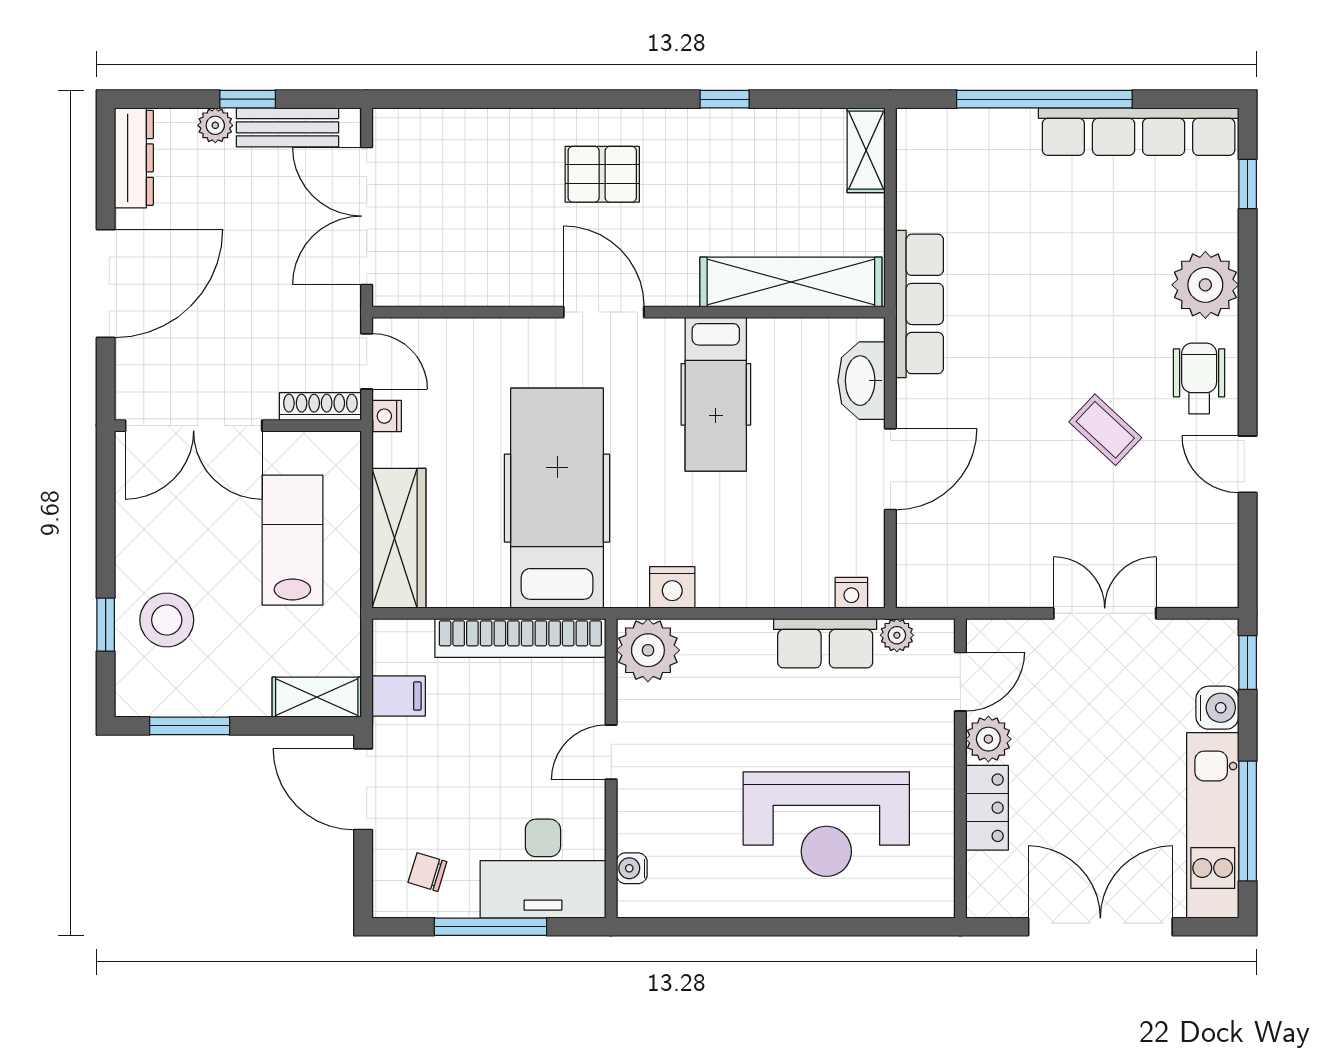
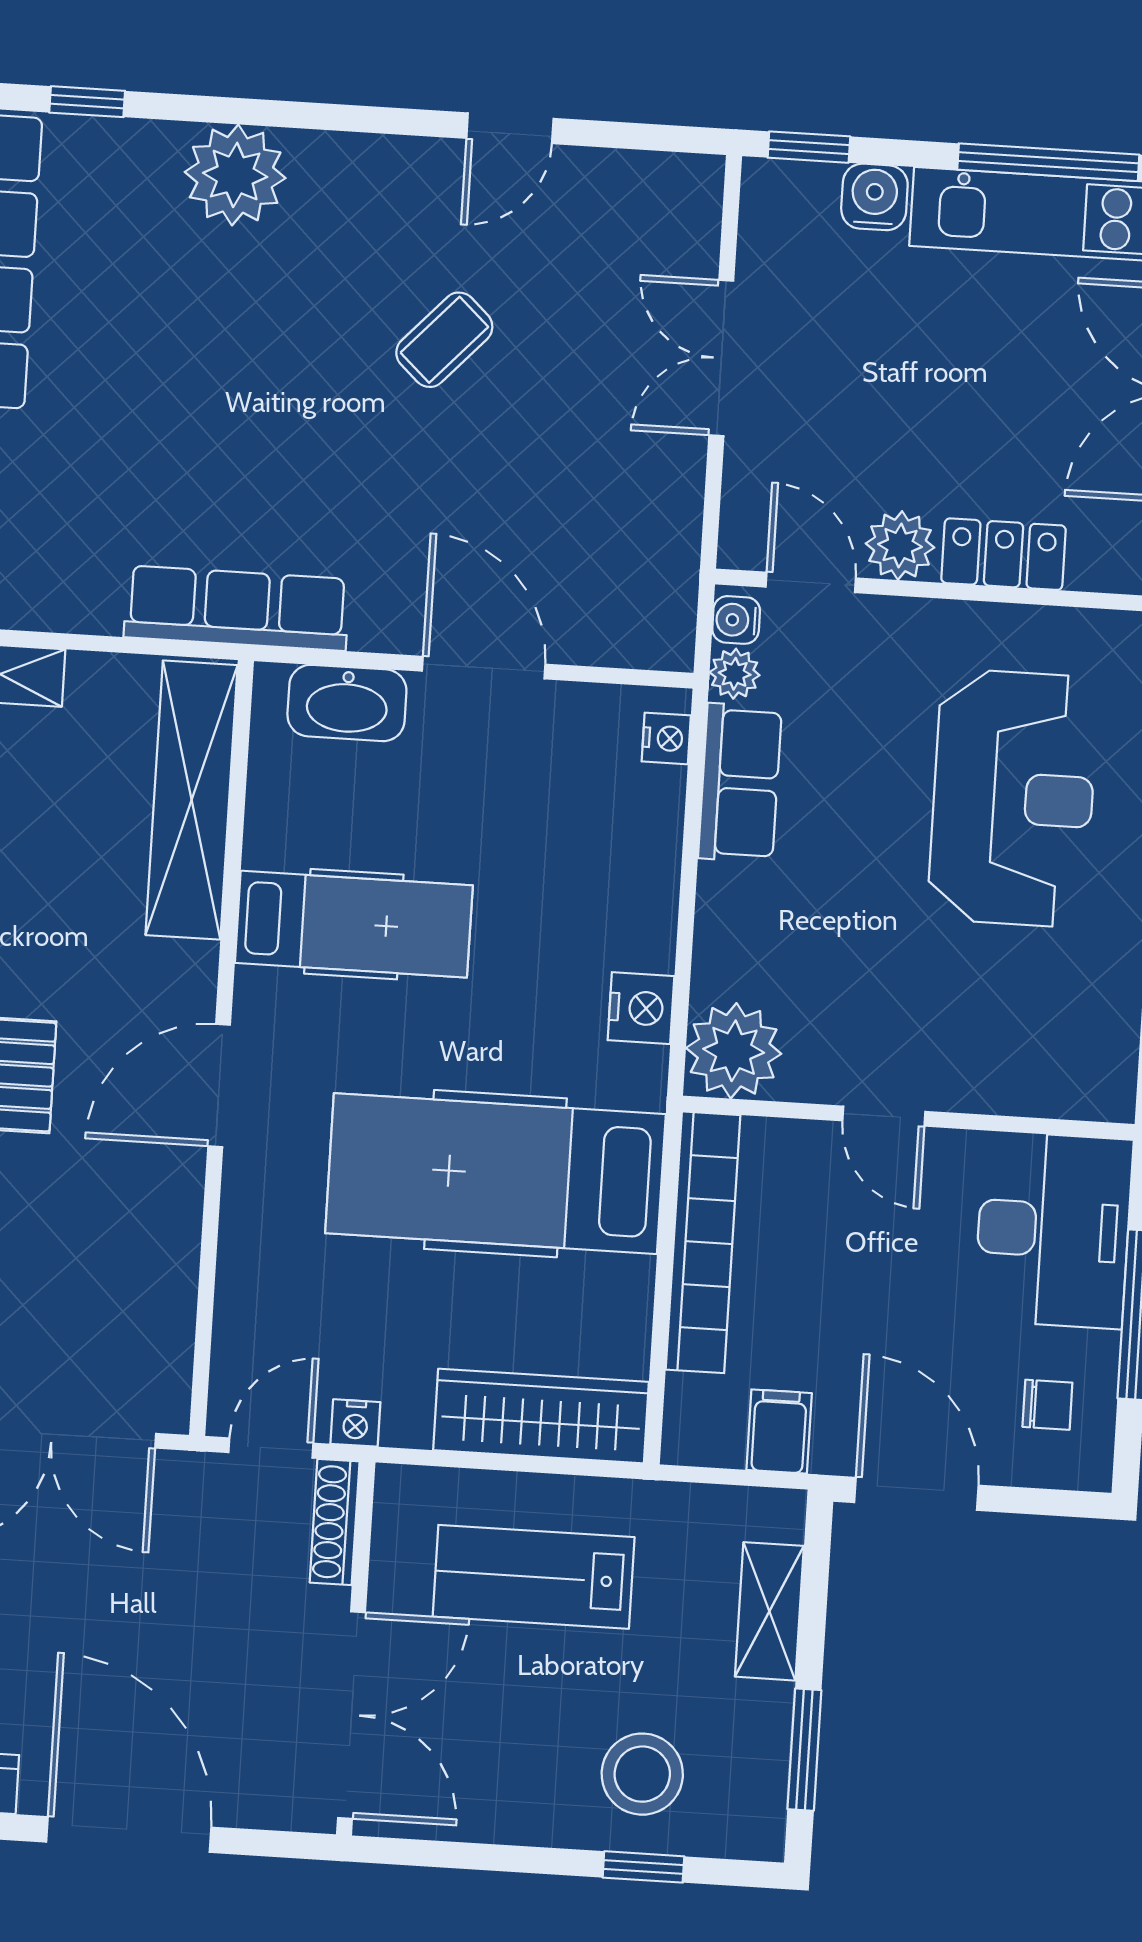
wheelchair: (1199, 379) -> (376, 193), removed
shelving: (317, 697) -> (769, 1611), moved
door: (363, 789) -> (916, 1494), swing flipped
water cooler: (632, 868) -> (736, 620), moved, turned 90
chair: (427, 872) -> (1047, 1405), turned -107

